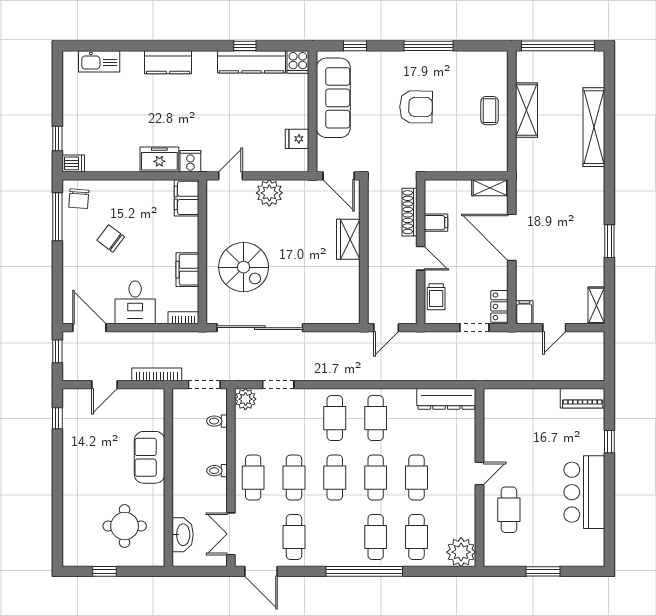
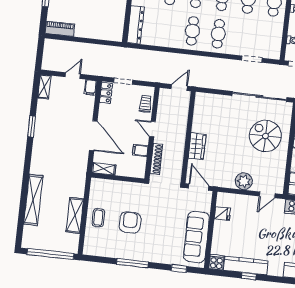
armchair: (416, 107) -> (130, 222), moved, turned 89
plant: (245, 399) -> (274, 52), removed
dresser: (446, 399) -> (136, 25), moved, turned 90

